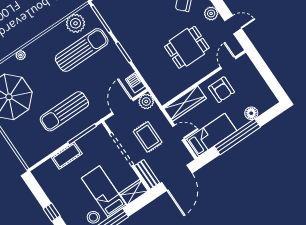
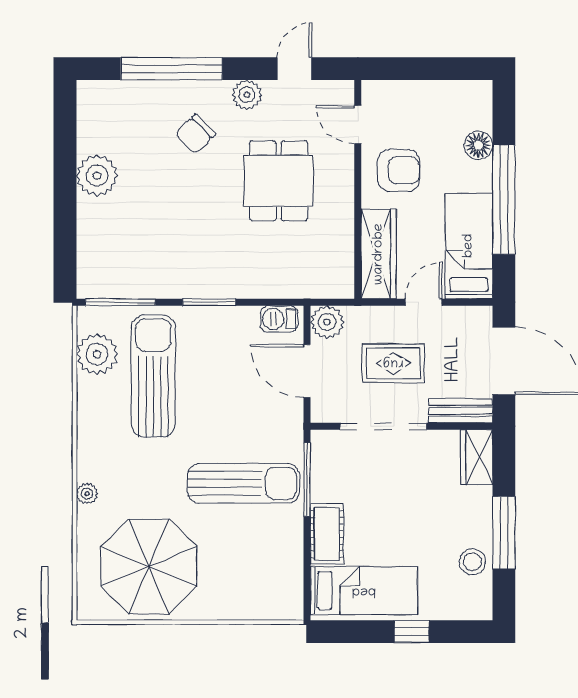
sun lounger: (64, 111) -> (244, 483), turned -90
bed: (104, 192) -> (364, 591), moved, turned 180

